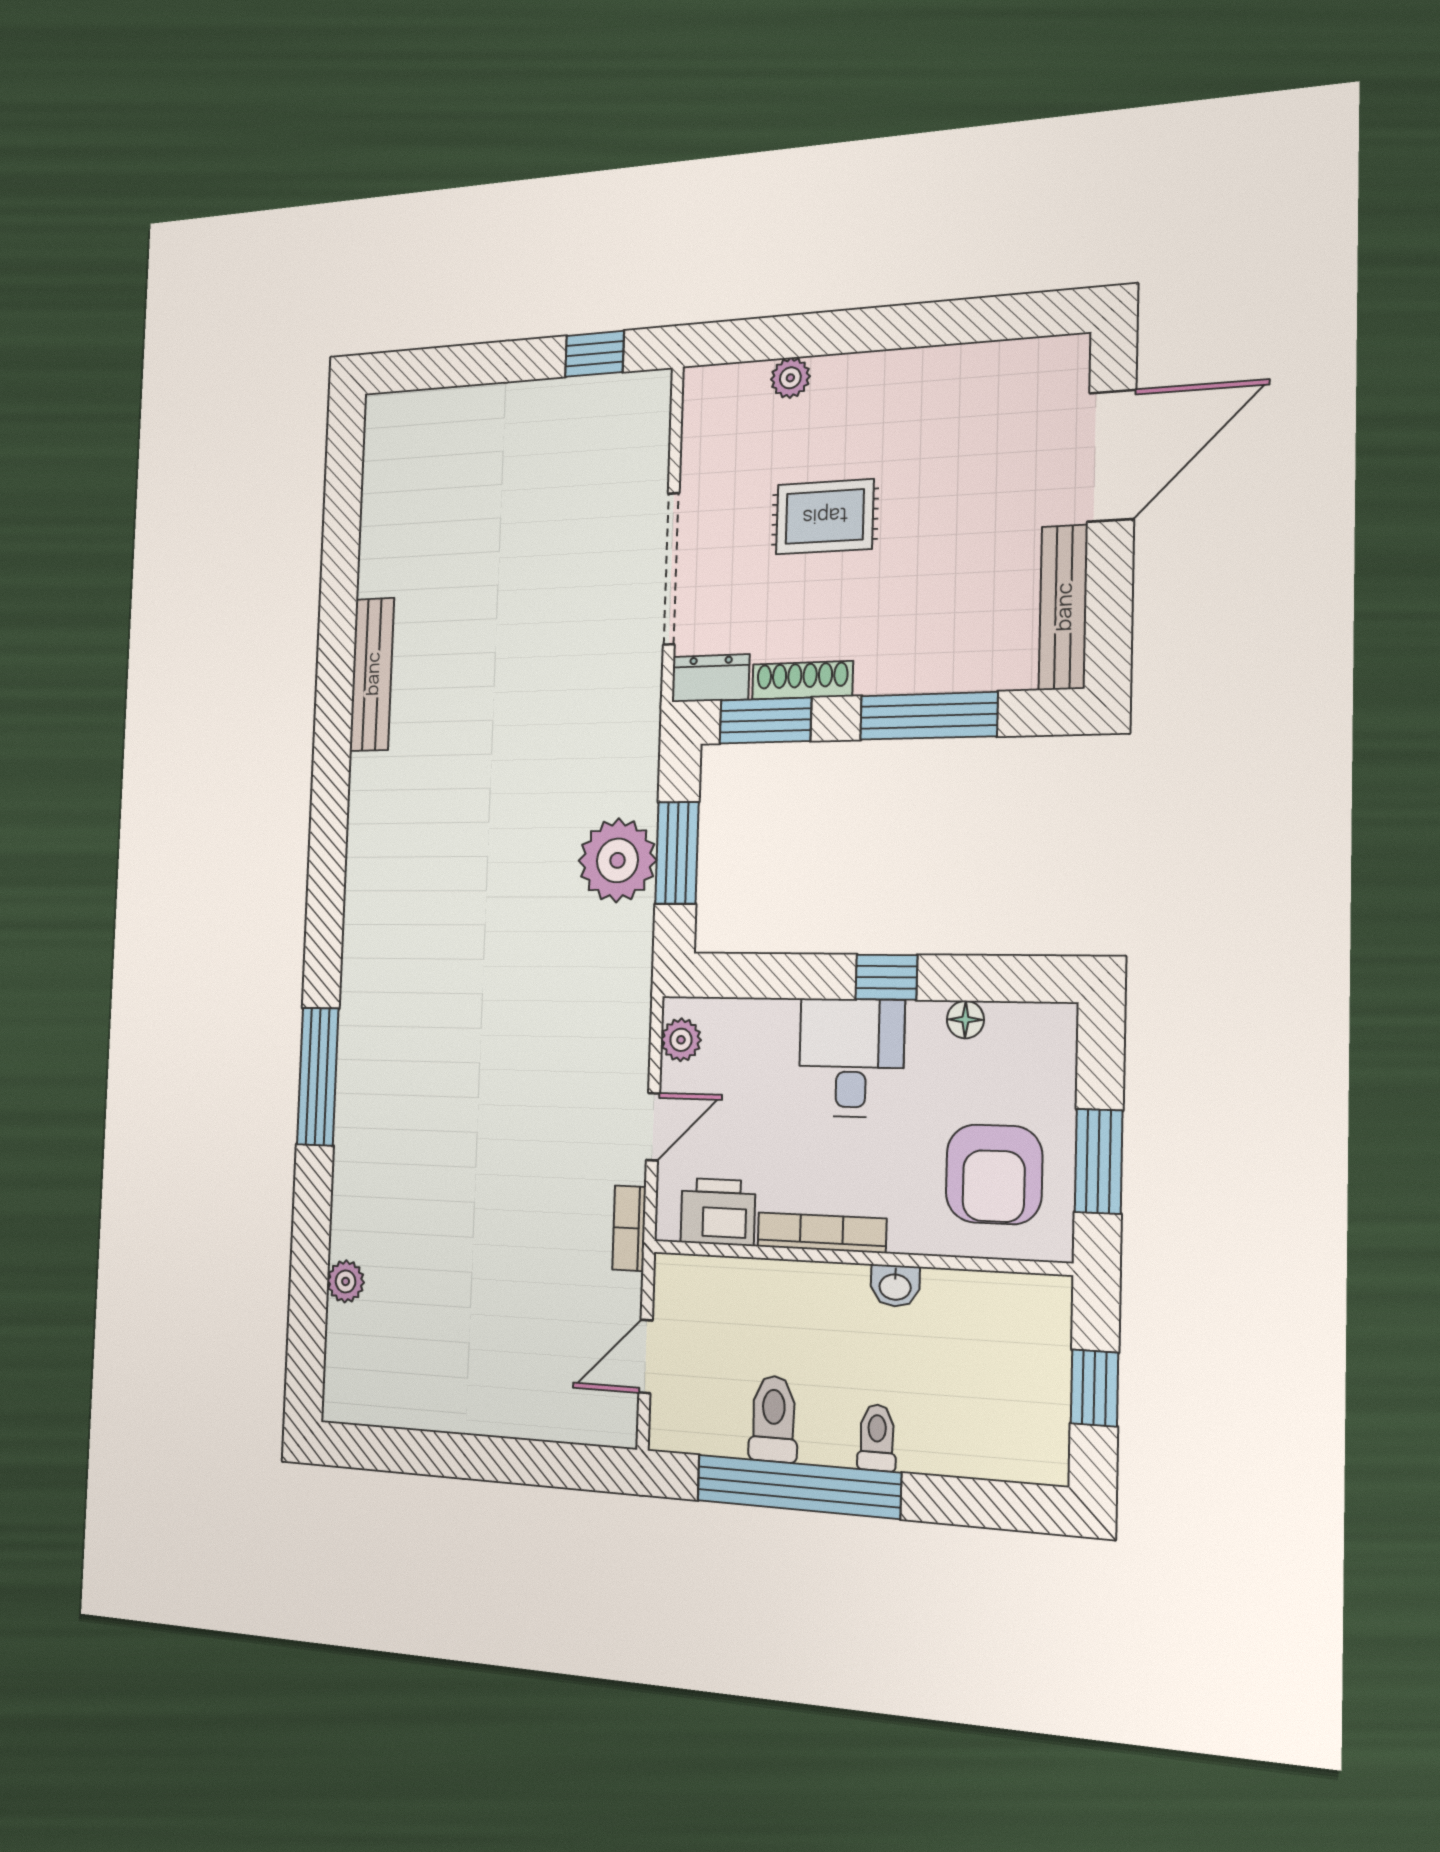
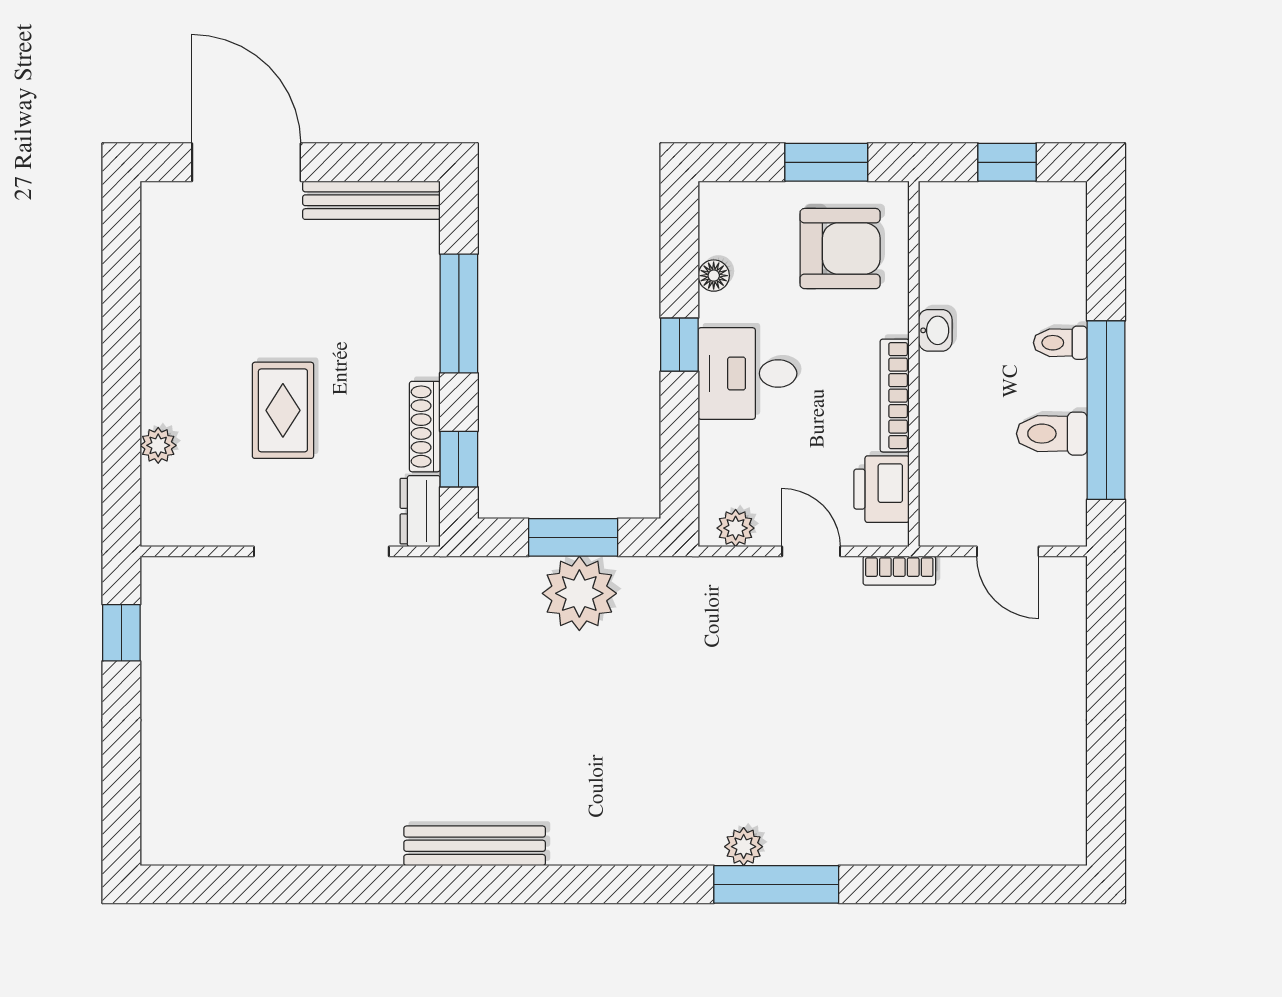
bench: (372, 674) -> (475, 846), moved
window: (765, 721) -> (459, 459), width x0.67
plant: (346, 1281) -> (744, 847), moved

